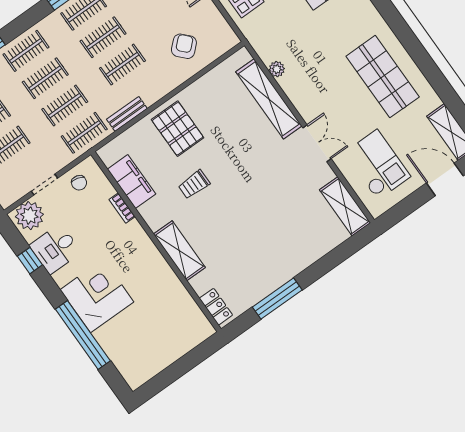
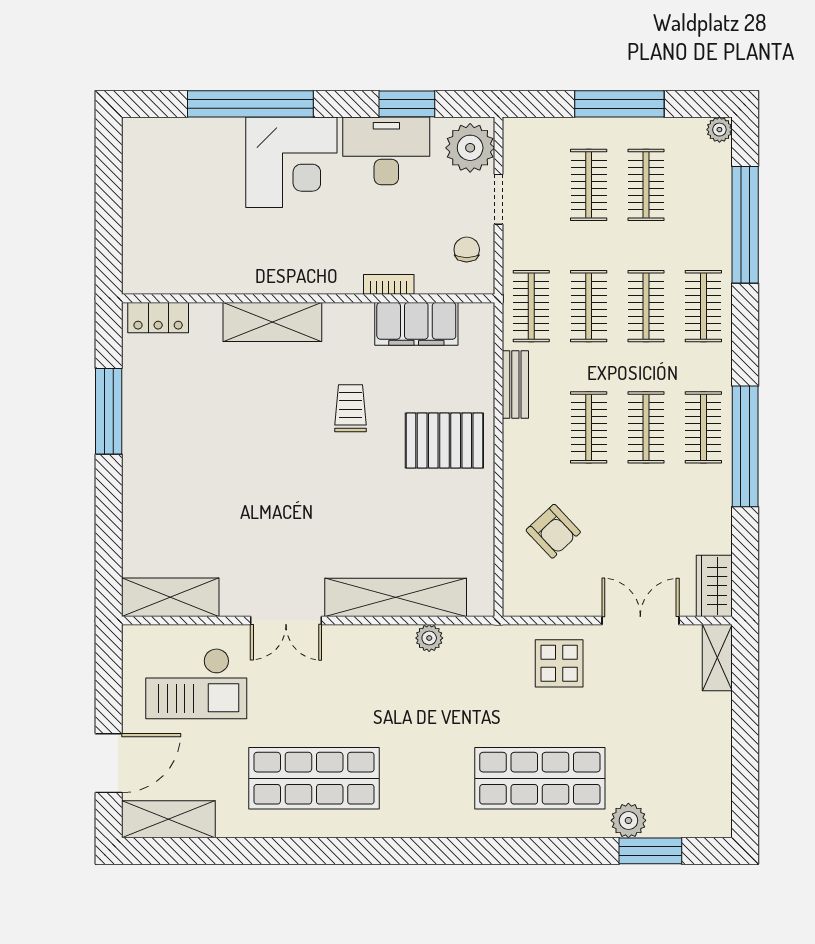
chair: (79, 183) -> (467, 250), turned 75
desk: (55, 249) -> (386, 151), width x1.37
window: (30, 261) -> (407, 104), width x1.50

